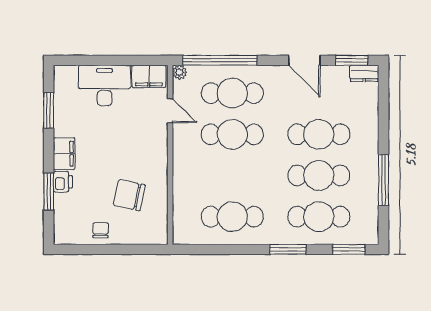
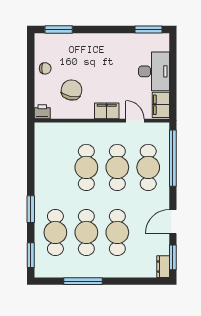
plant: (180, 72) -> (164, 128), removed
window: (49, 110) -> (149, 29), moved
door: (170, 111) -> (135, 121), swing flipped
filing cabinet: (64, 154) -> (107, 111), moved, turned 180
printer: (63, 182) -> (42, 112), moved, turned 180
window: (49, 192) -> (59, 29), moved
cafe table: (232, 217) -> (86, 167), moved

